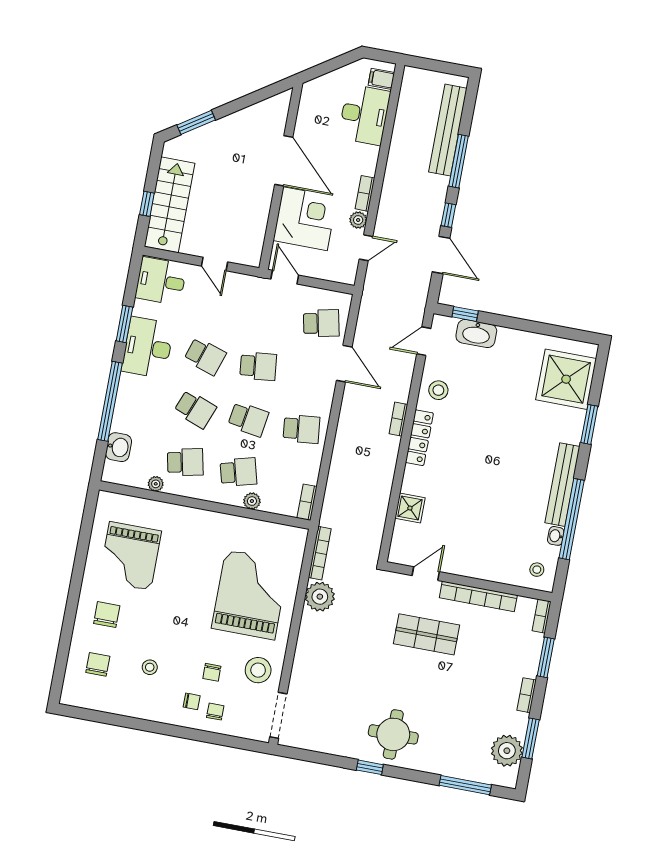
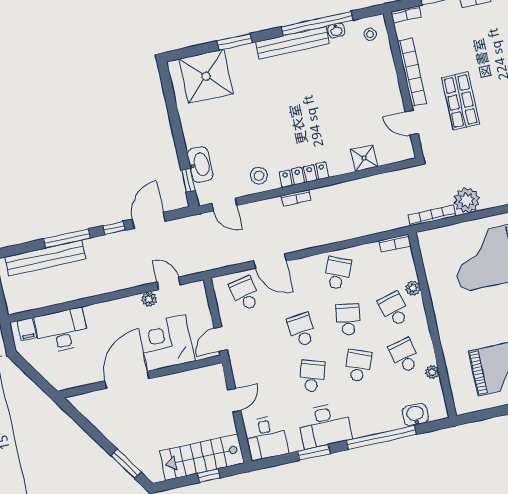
bookcase: (365, 193) -> (125, 303), removed
door: (344, 364) -> (270, 261), swing flipped
school desk: (301, 429) -> (338, 273), turned 30

